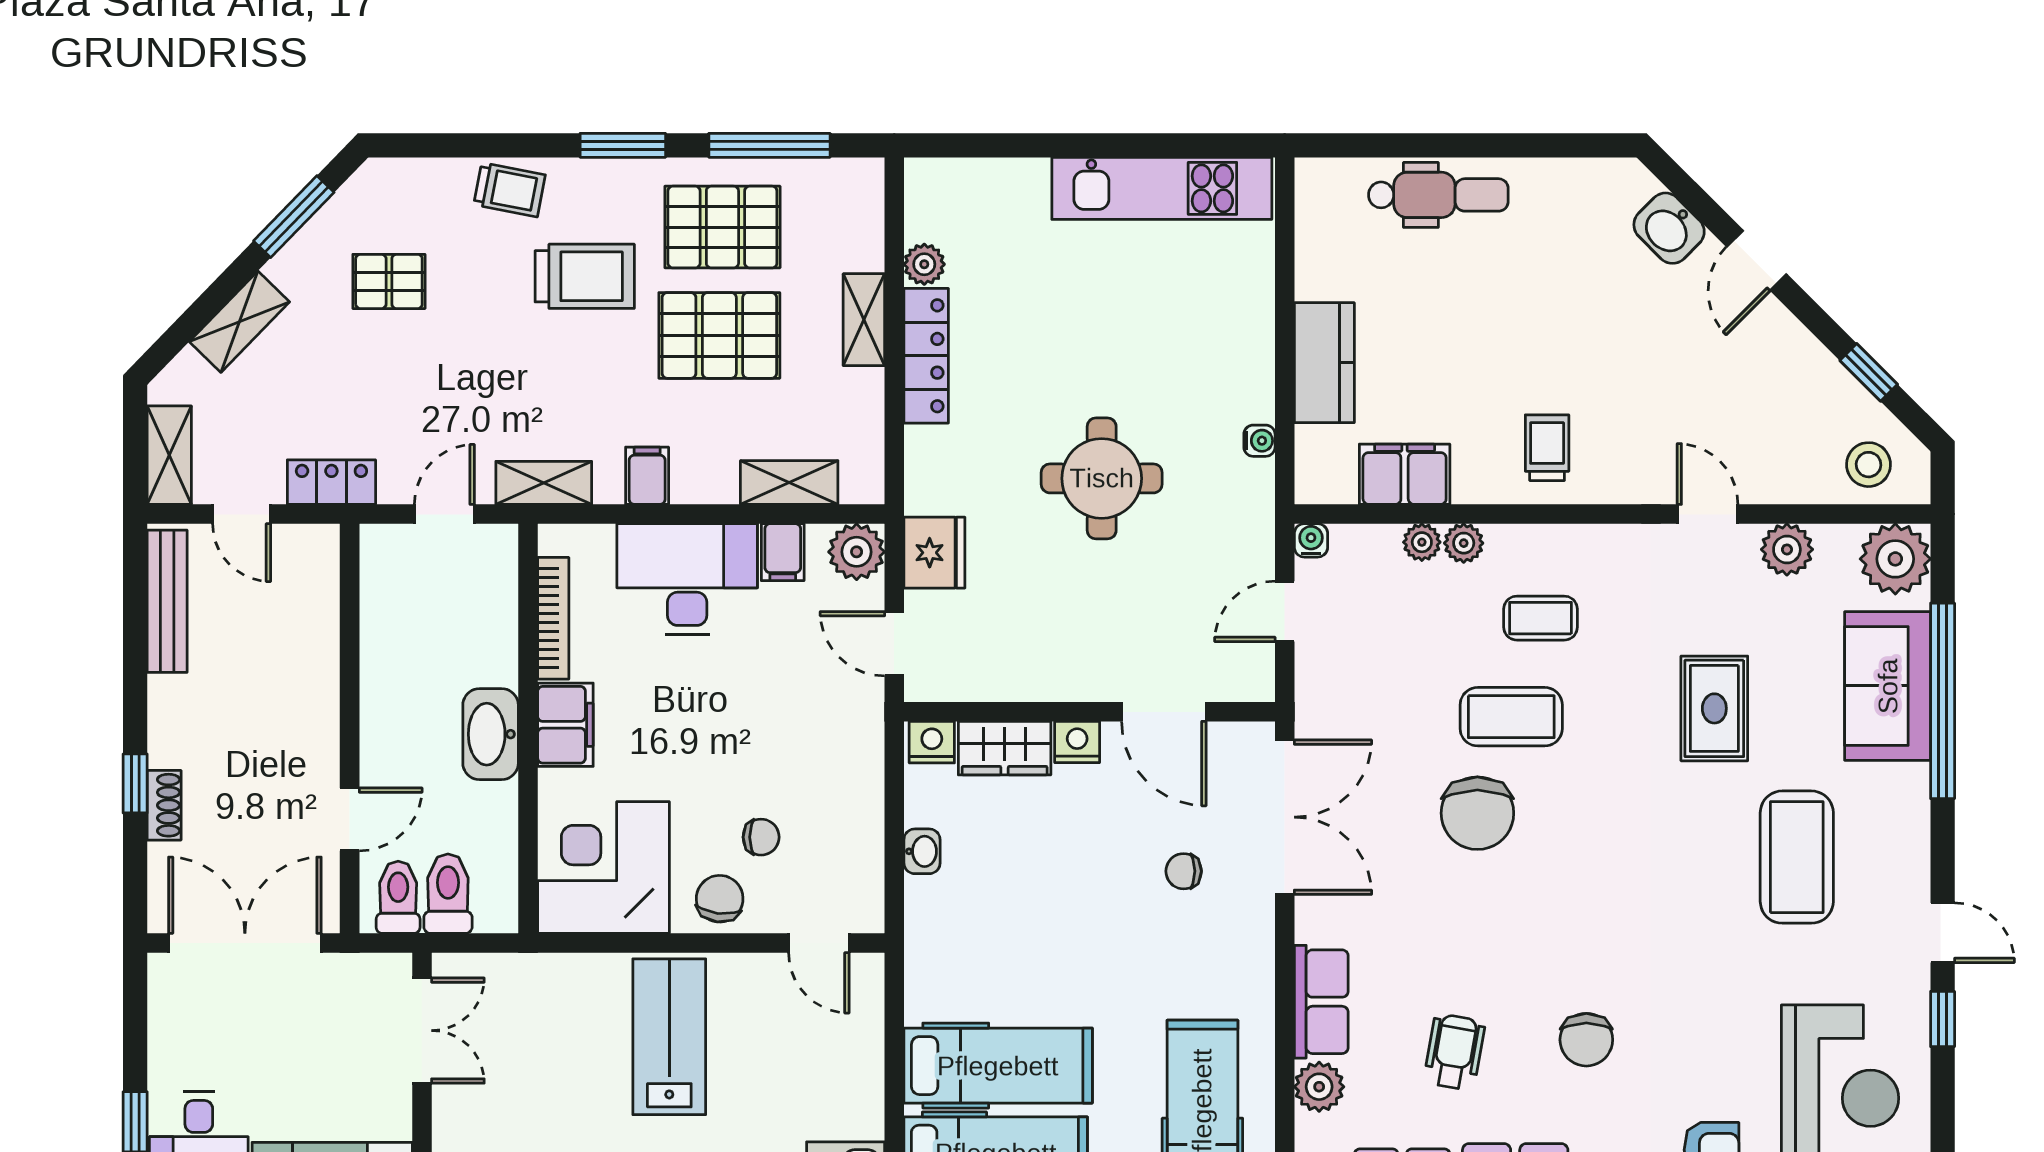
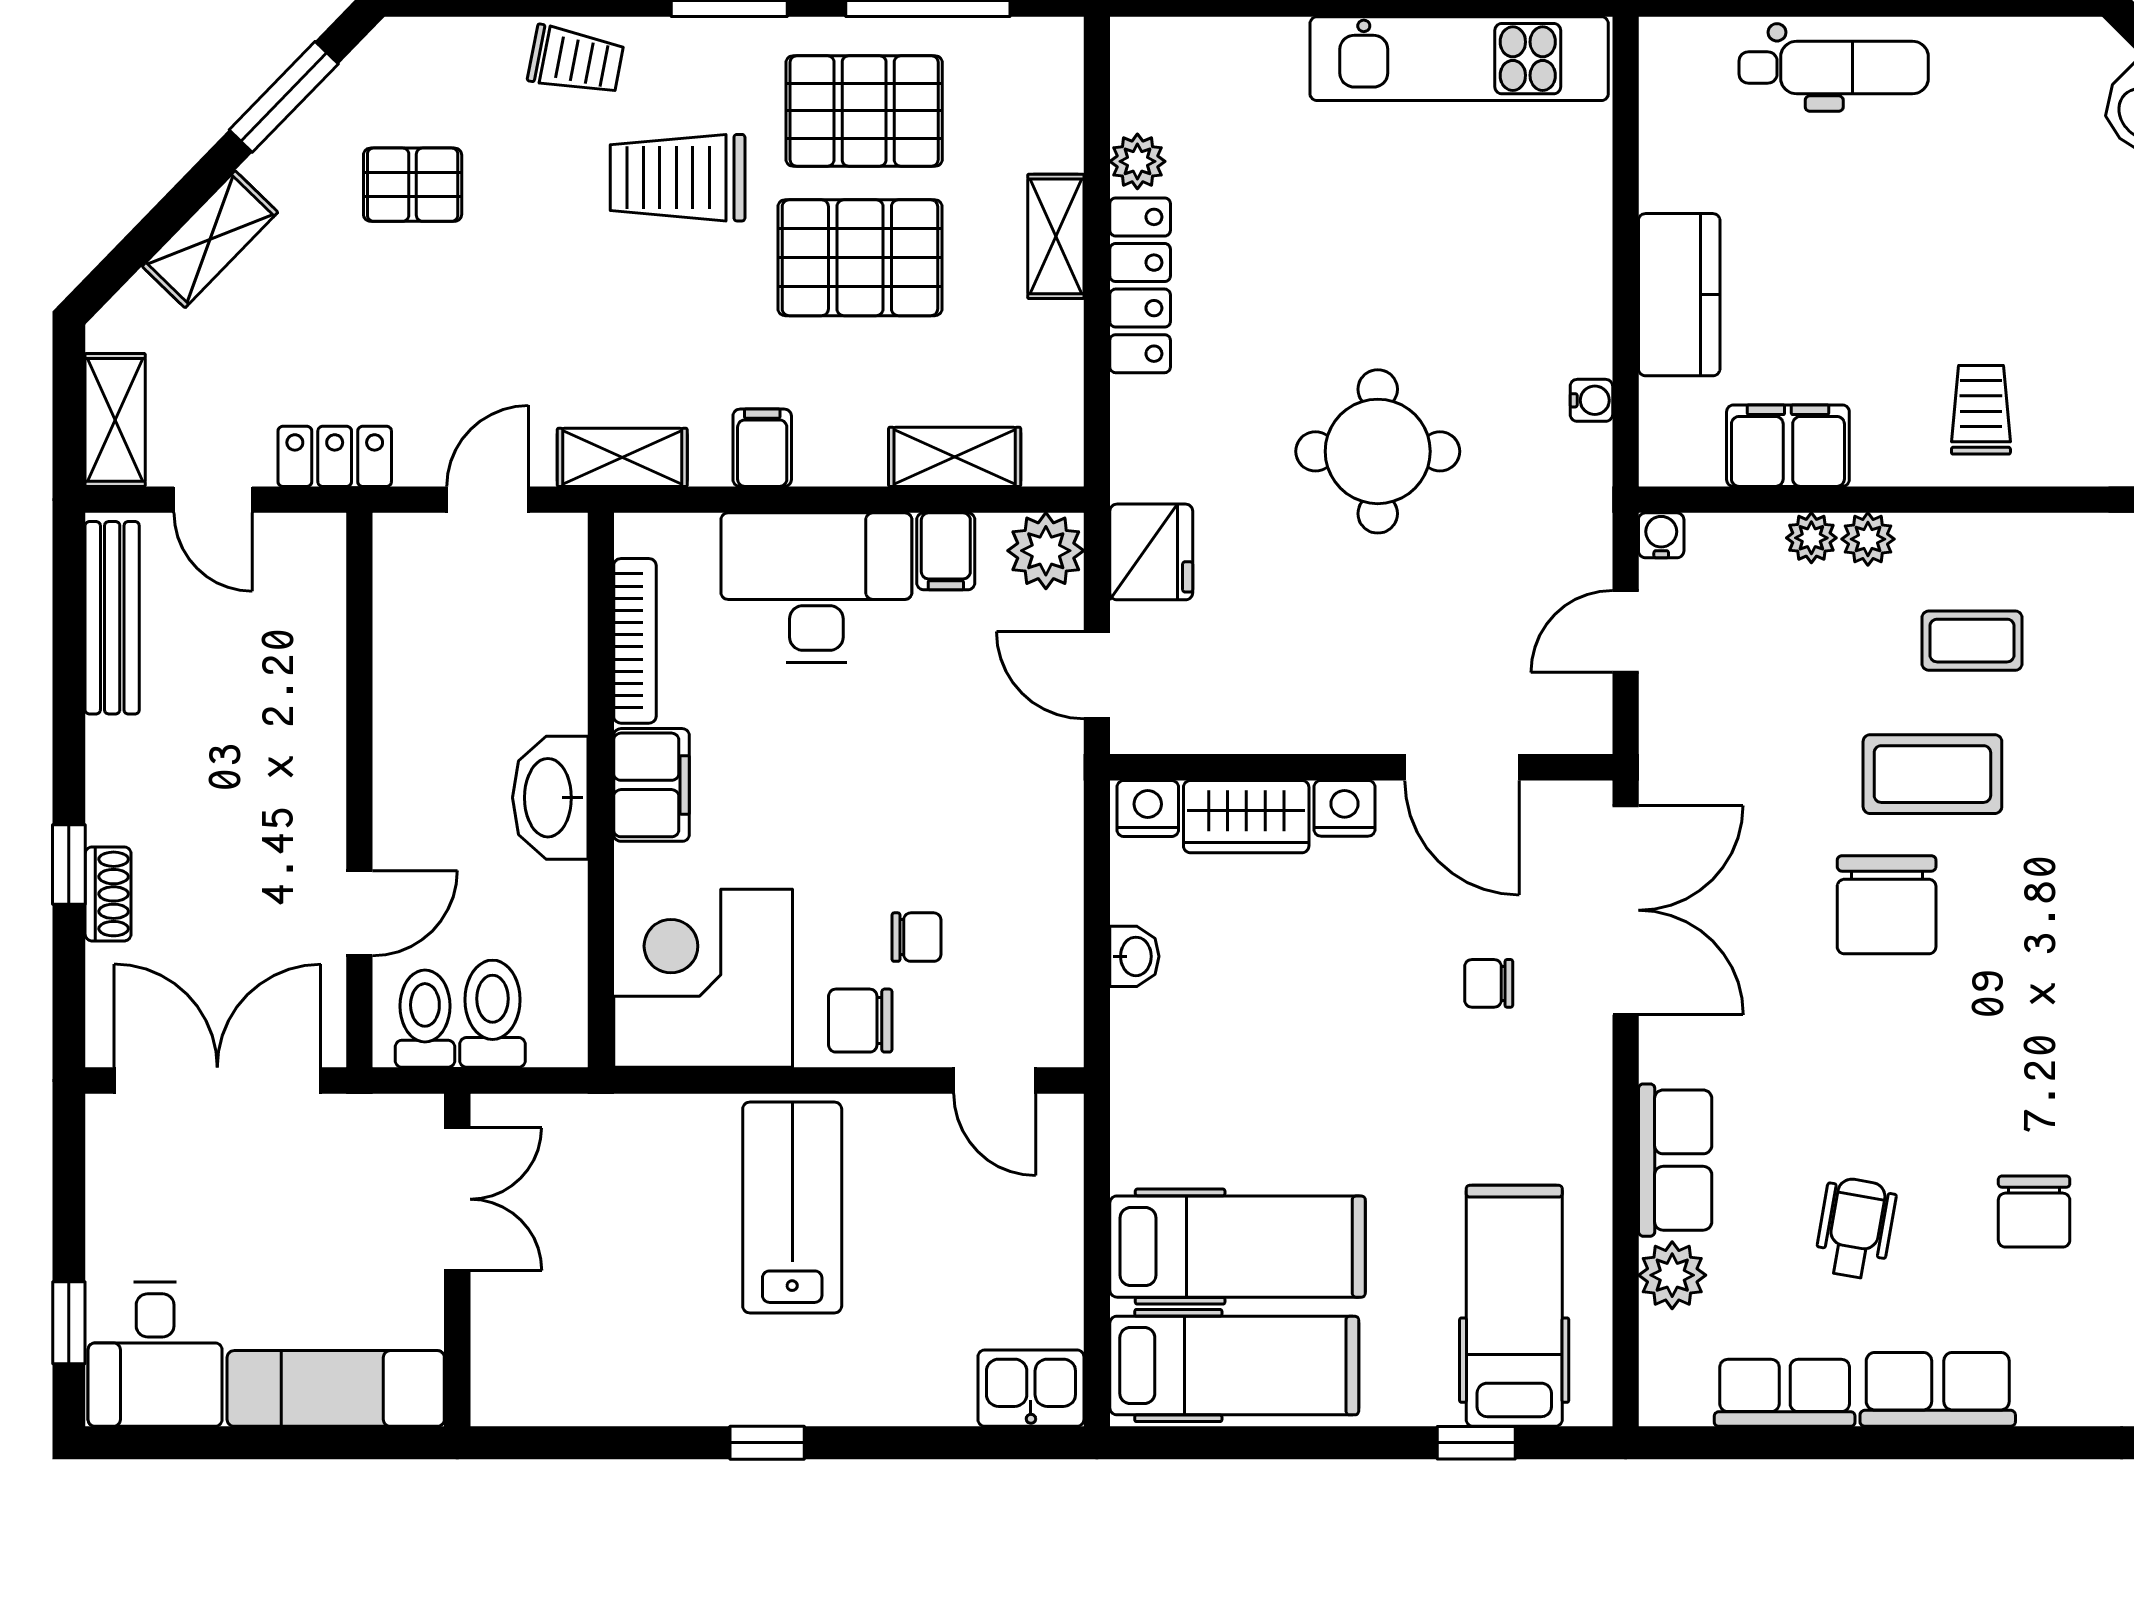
trolley: (585, 276) -> (678, 178), turned 180
chair: (720, 899) -> (860, 1021), turned -97

